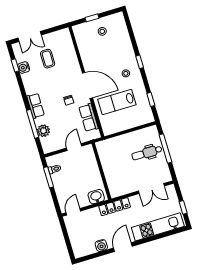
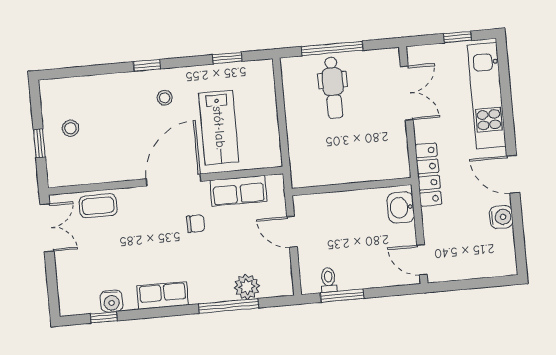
double door: (30, 36) -> (47, 228), moved
coffee table: (48, 59) -> (98, 206), moved
row of seats: (36, 106) -> (163, 295), moved

